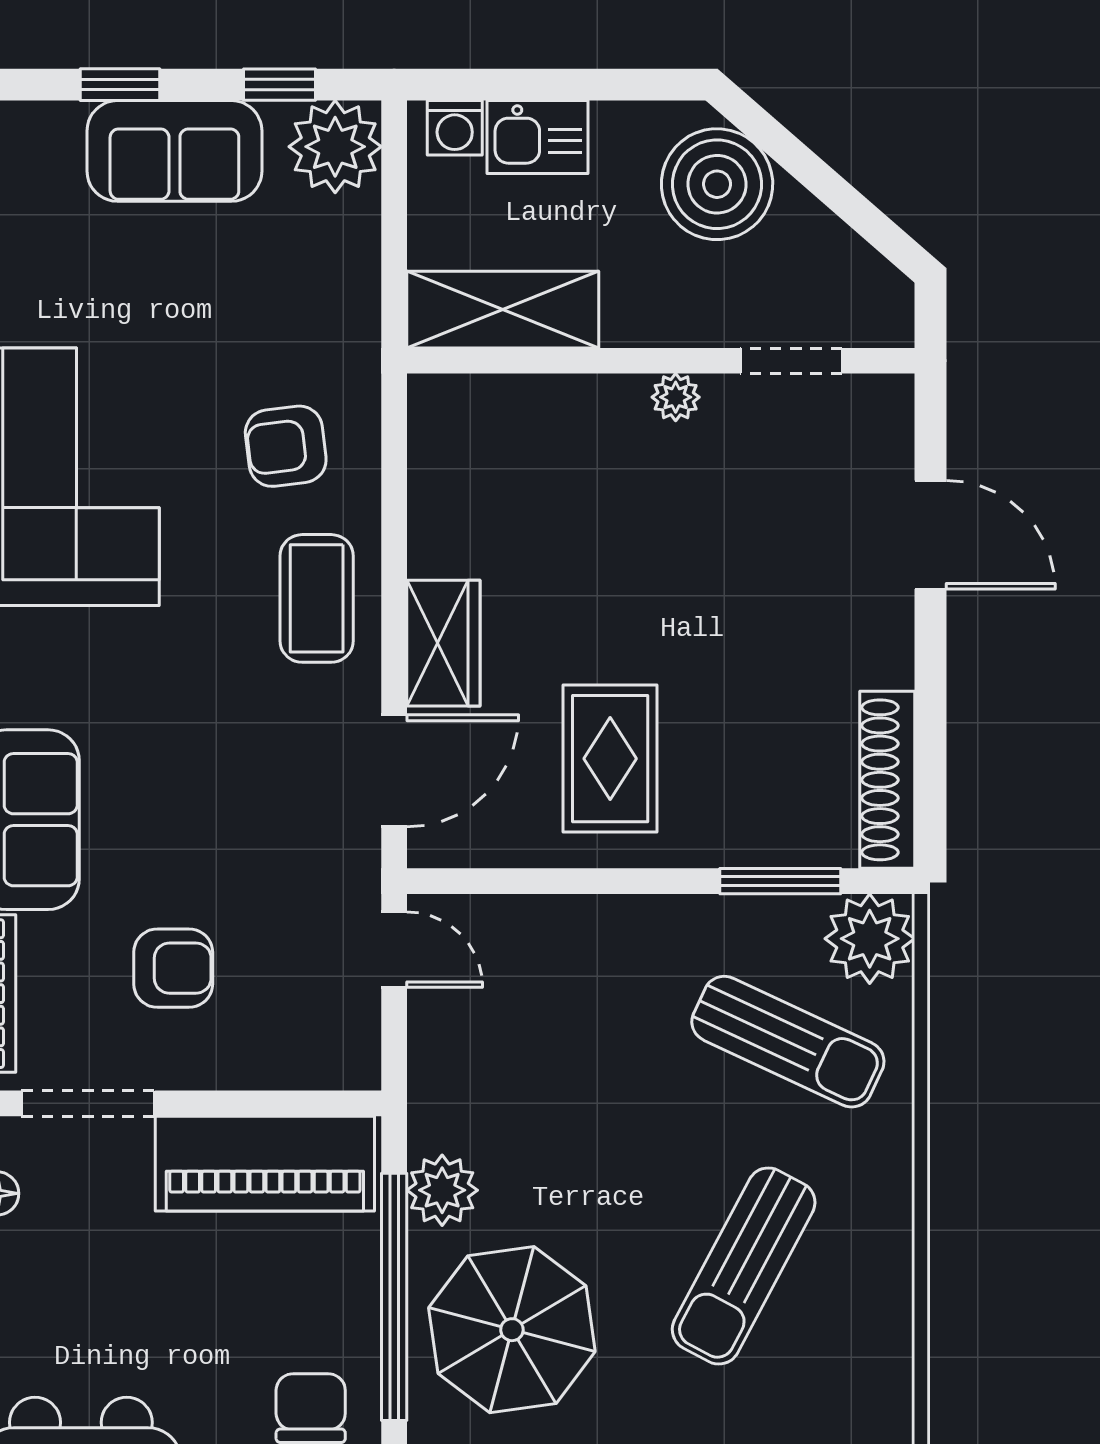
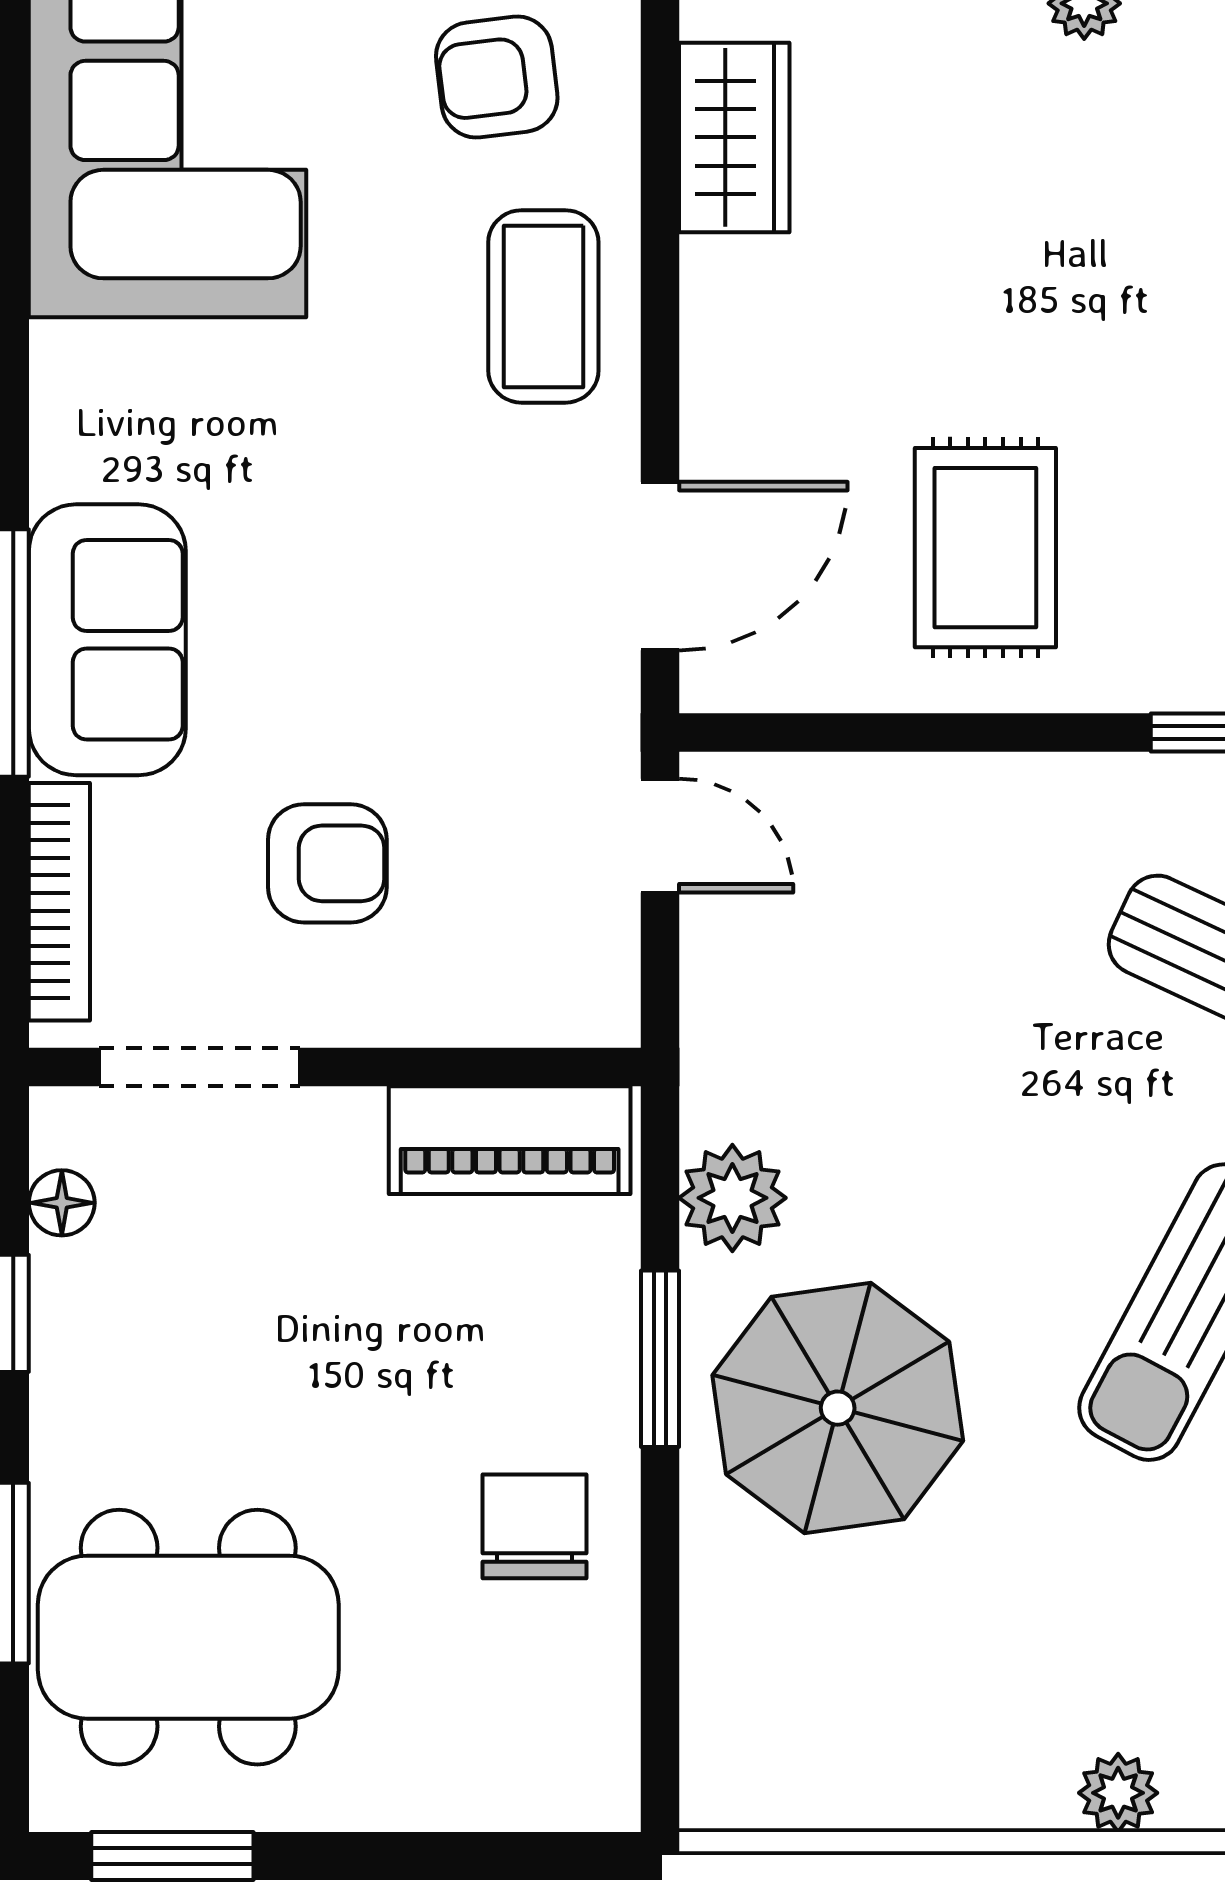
wardrobe: (443, 643) -> (734, 137), moved
piano: (265, 1164) -> (510, 1140), width x0.73, depth x0.75
window: (394, 1297) -> (660, 1359), width x0.47

